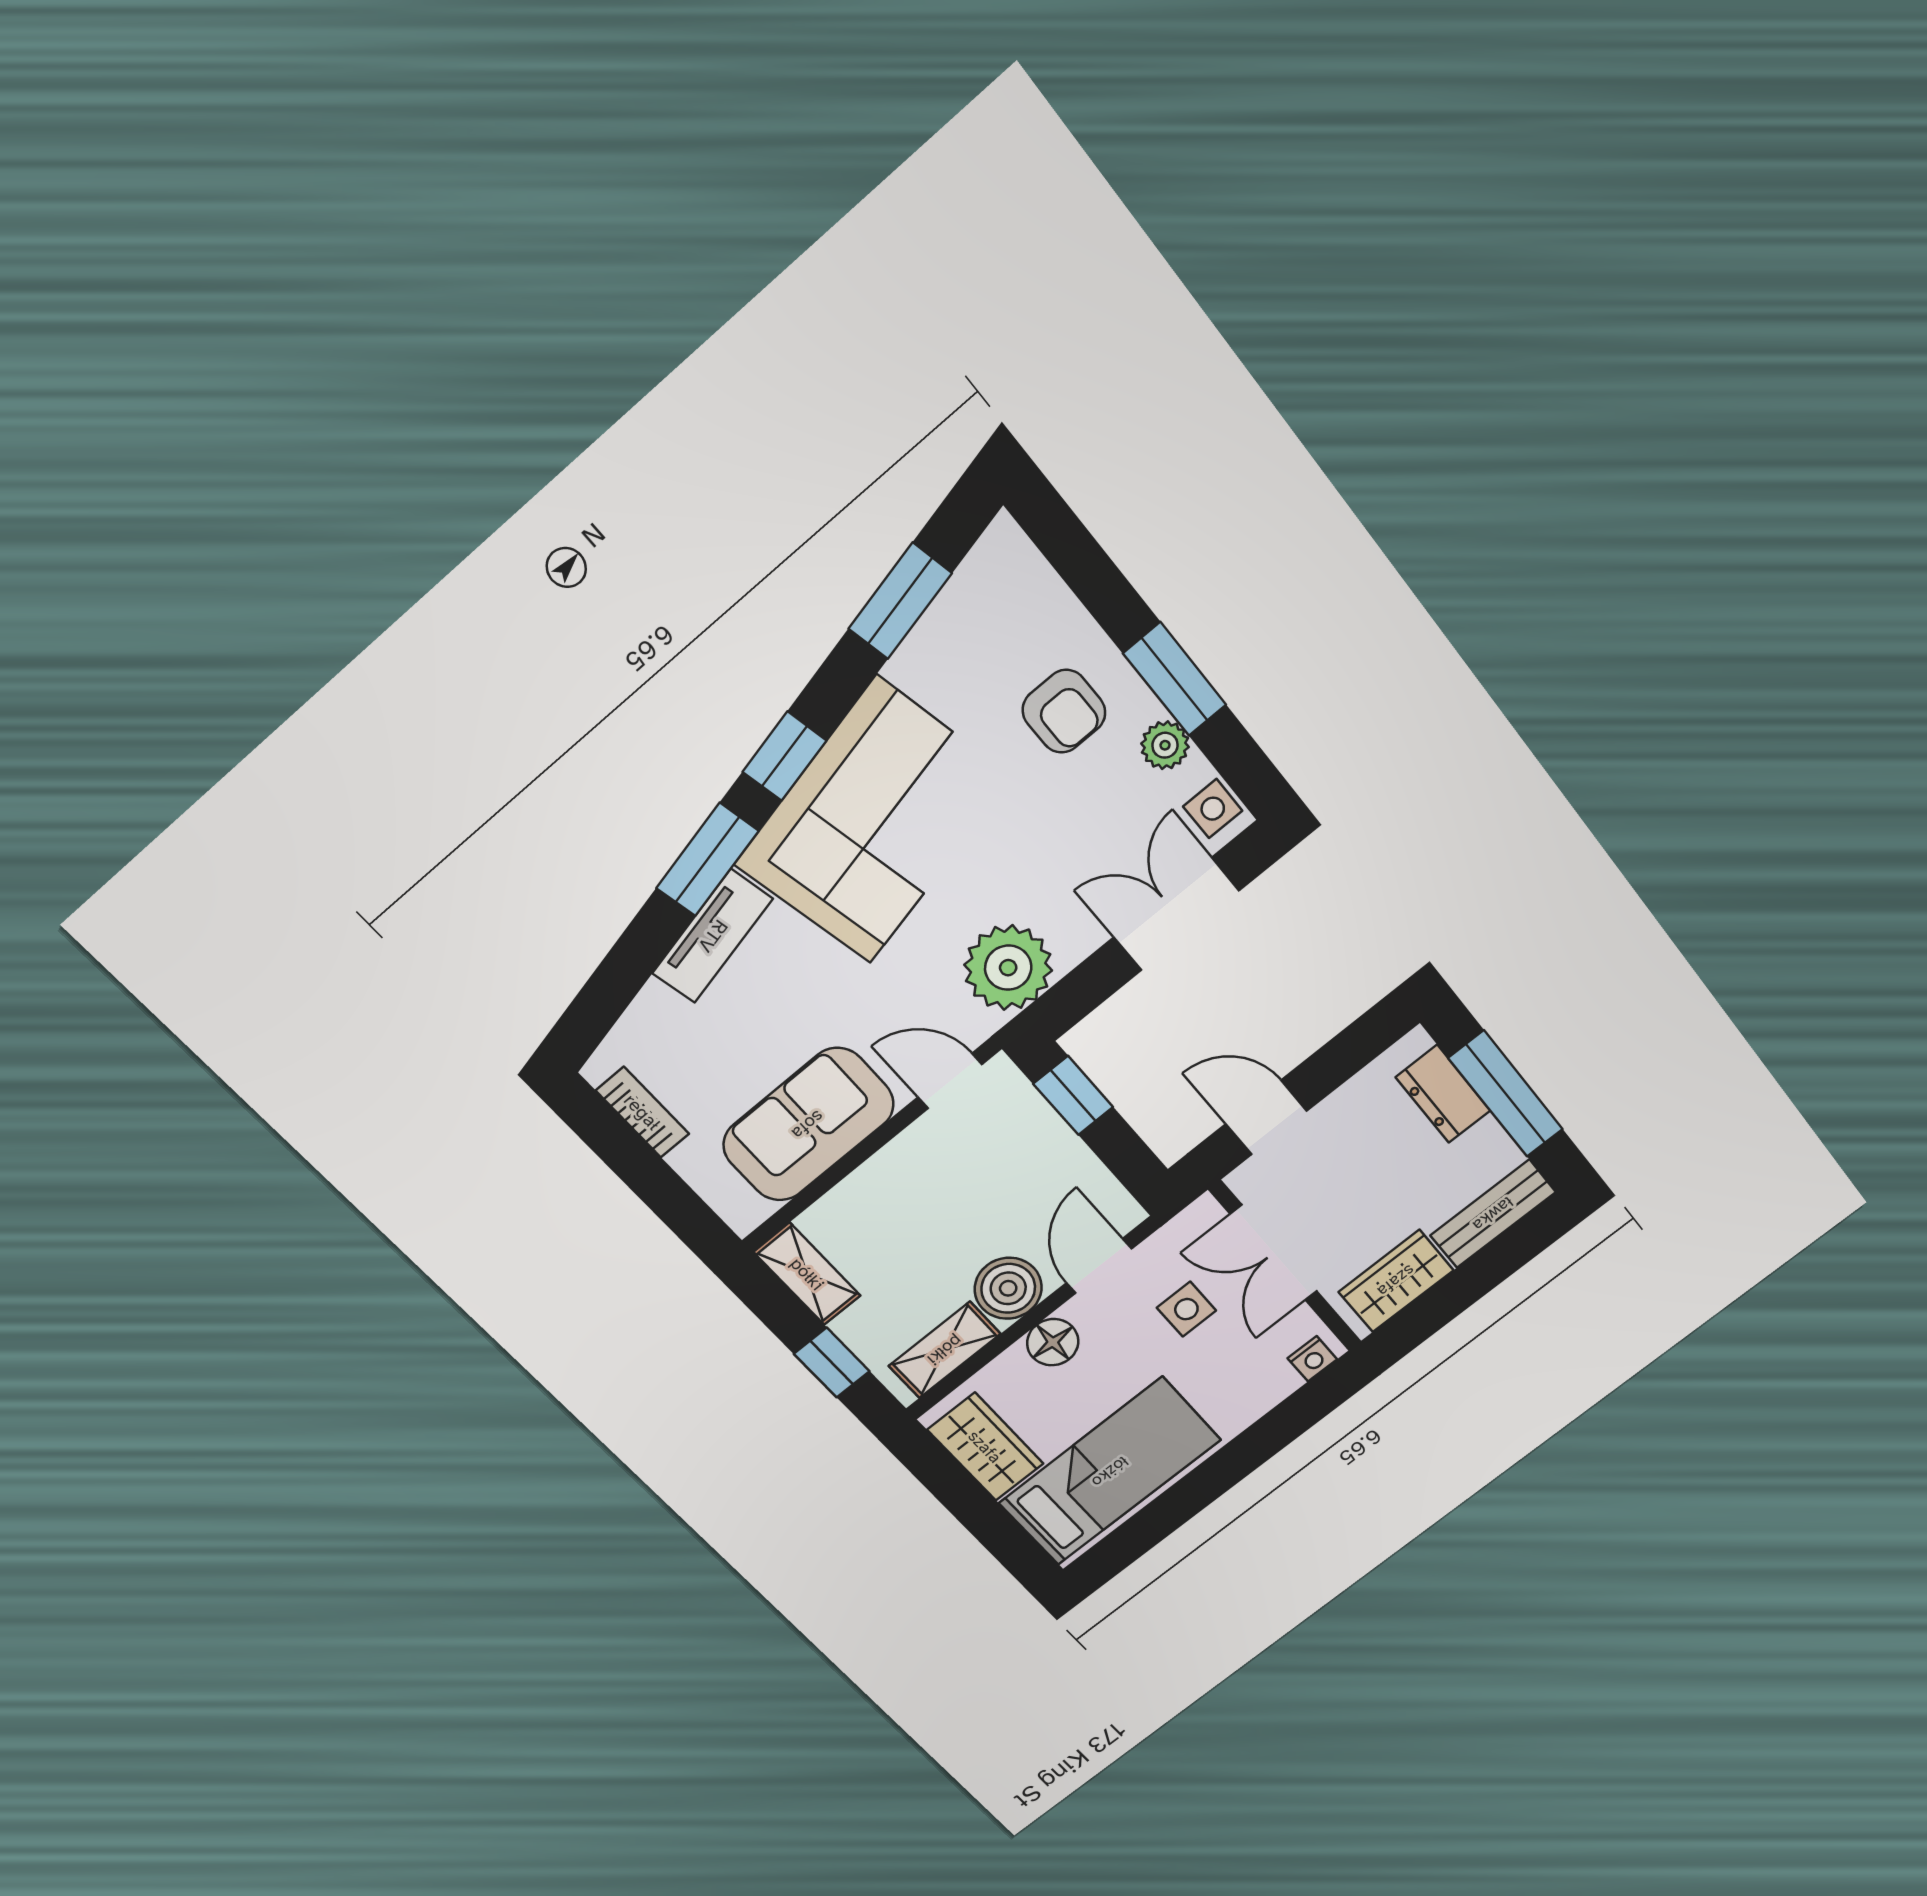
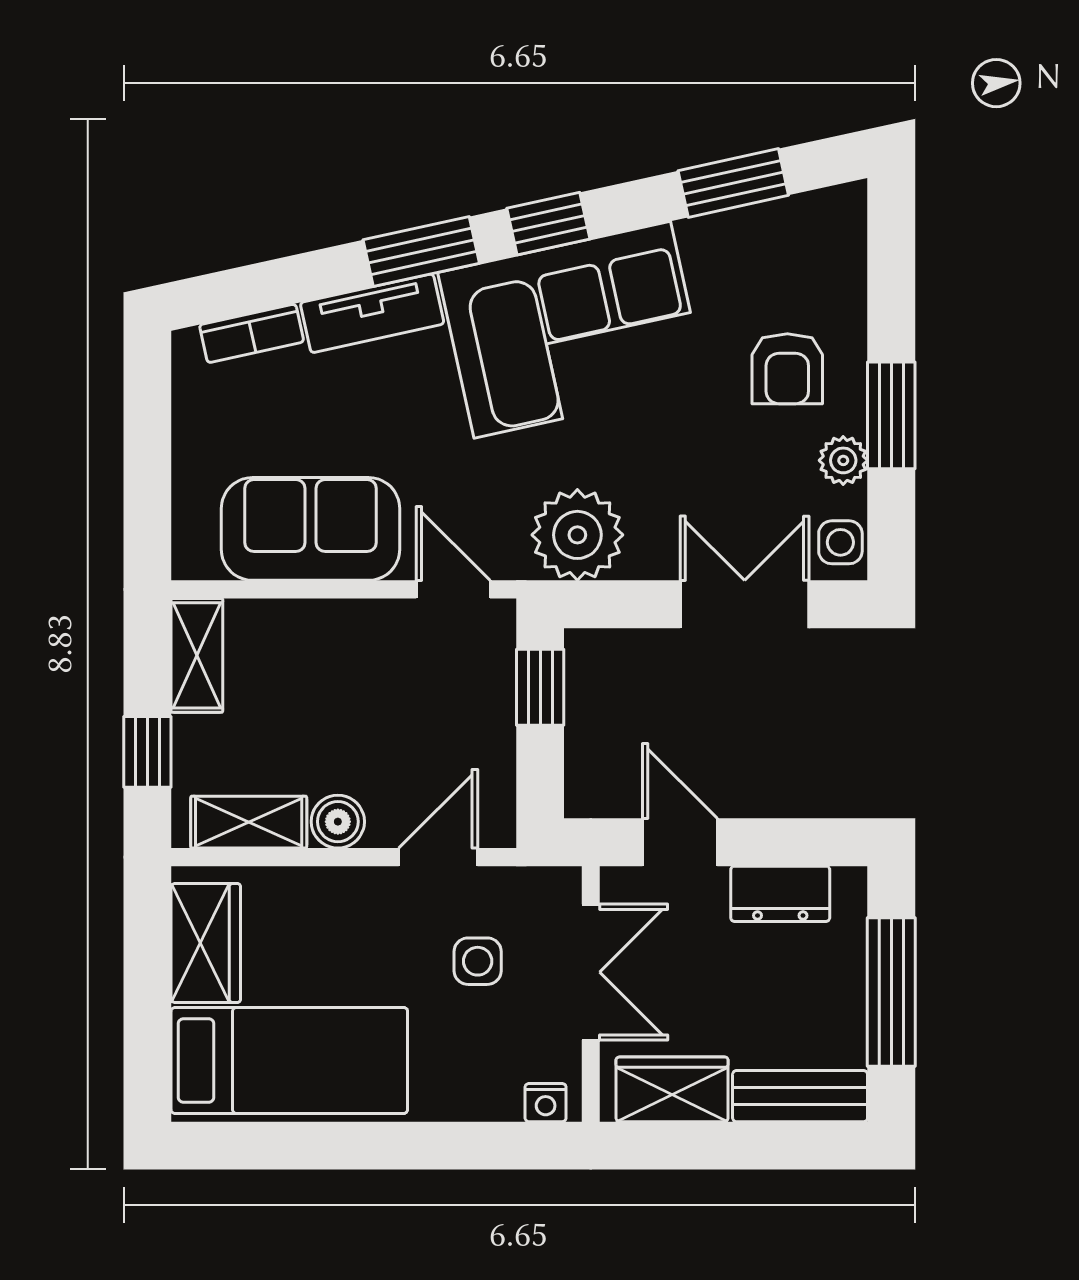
dresser: (1443, 1094) -> (780, 894), moved, turned -90
bookcase: (642, 1112) -> (252, 333), moved, turned 78
double door: (1274, 1253) -> (591, 972), swing flipped
boiler: (1008, 1288) -> (338, 822), width x0.73, depth x0.73
floor lamp: (1053, 1342) -> (343, 894), removed

